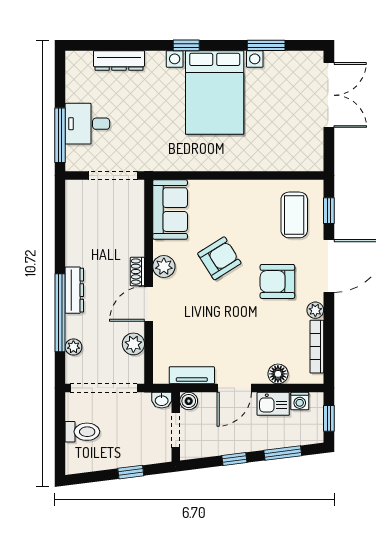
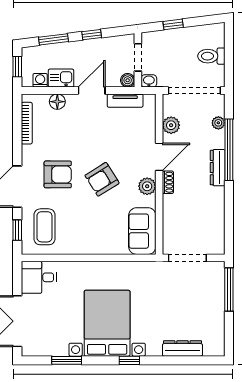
desk: (87, 124) -> (39, 277), moved, turned 180
armchair: (219, 258) -> (102, 179), moved
plant: (315, 310) -> (28, 152), removed

